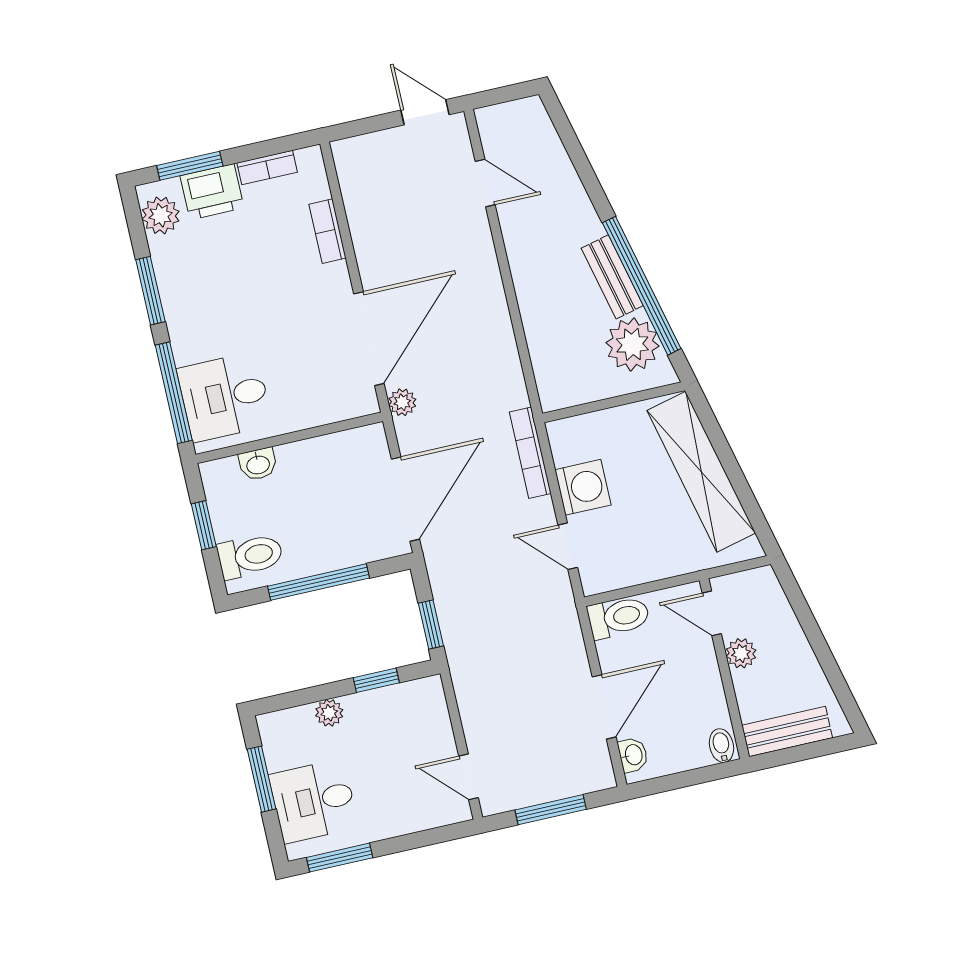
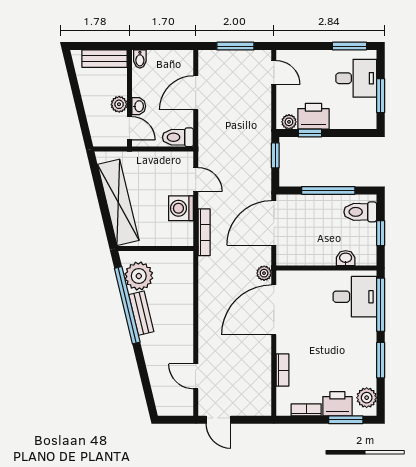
plant: (329, 713) -> (289, 122), moved
printer: (377, 713) -> (313, 116), added
washbasin: (633, 755) -> (139, 106), moved, turned 180

